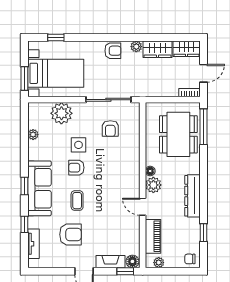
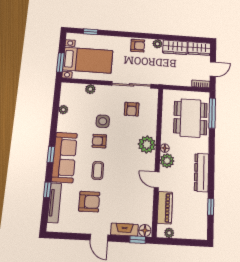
plant: (61, 113) -> (90, 89), width x0.53, depth x0.53
plant: (130, 168) -> (147, 144), added
tv unit: (33, 244) -> (54, 203), width x1.41
chair: (190, 259) -> (198, 231), removed

